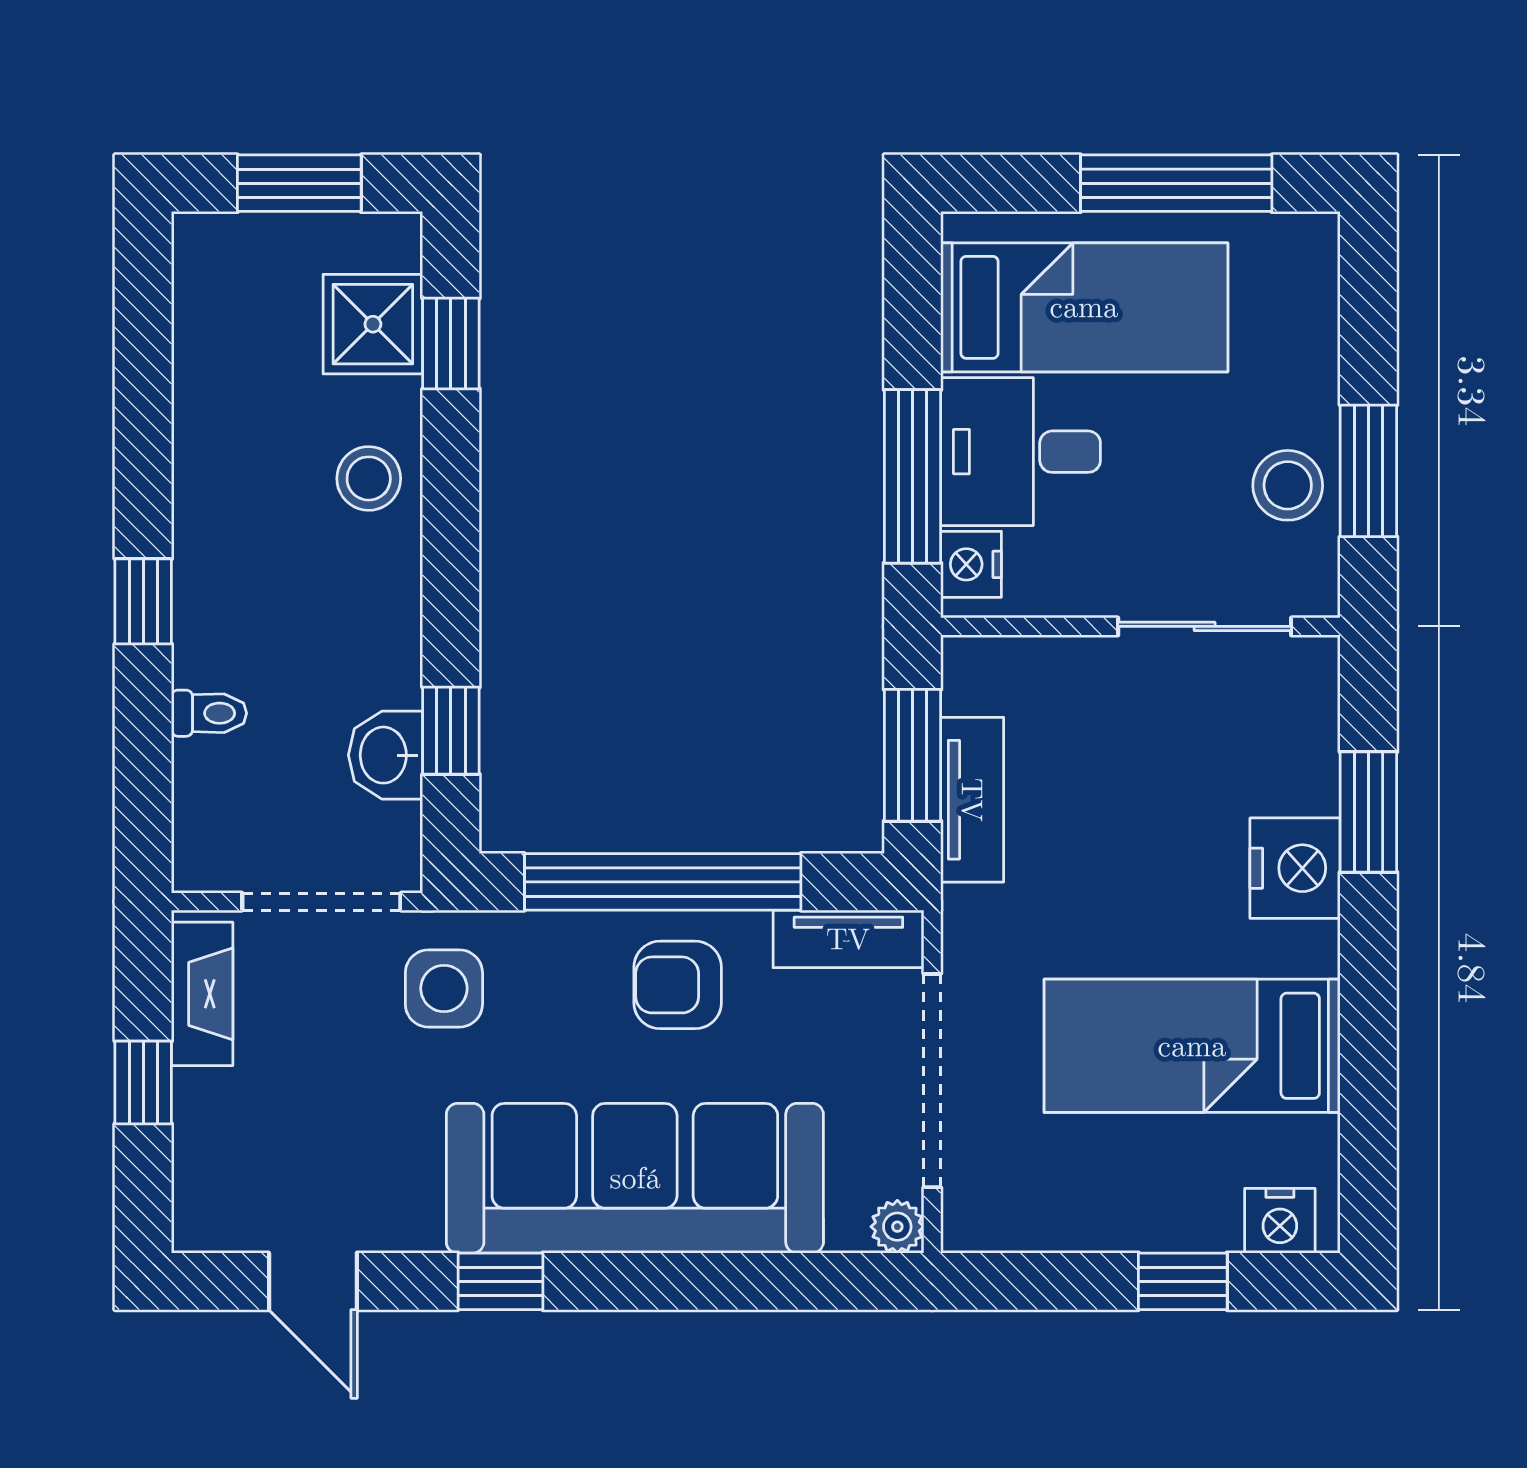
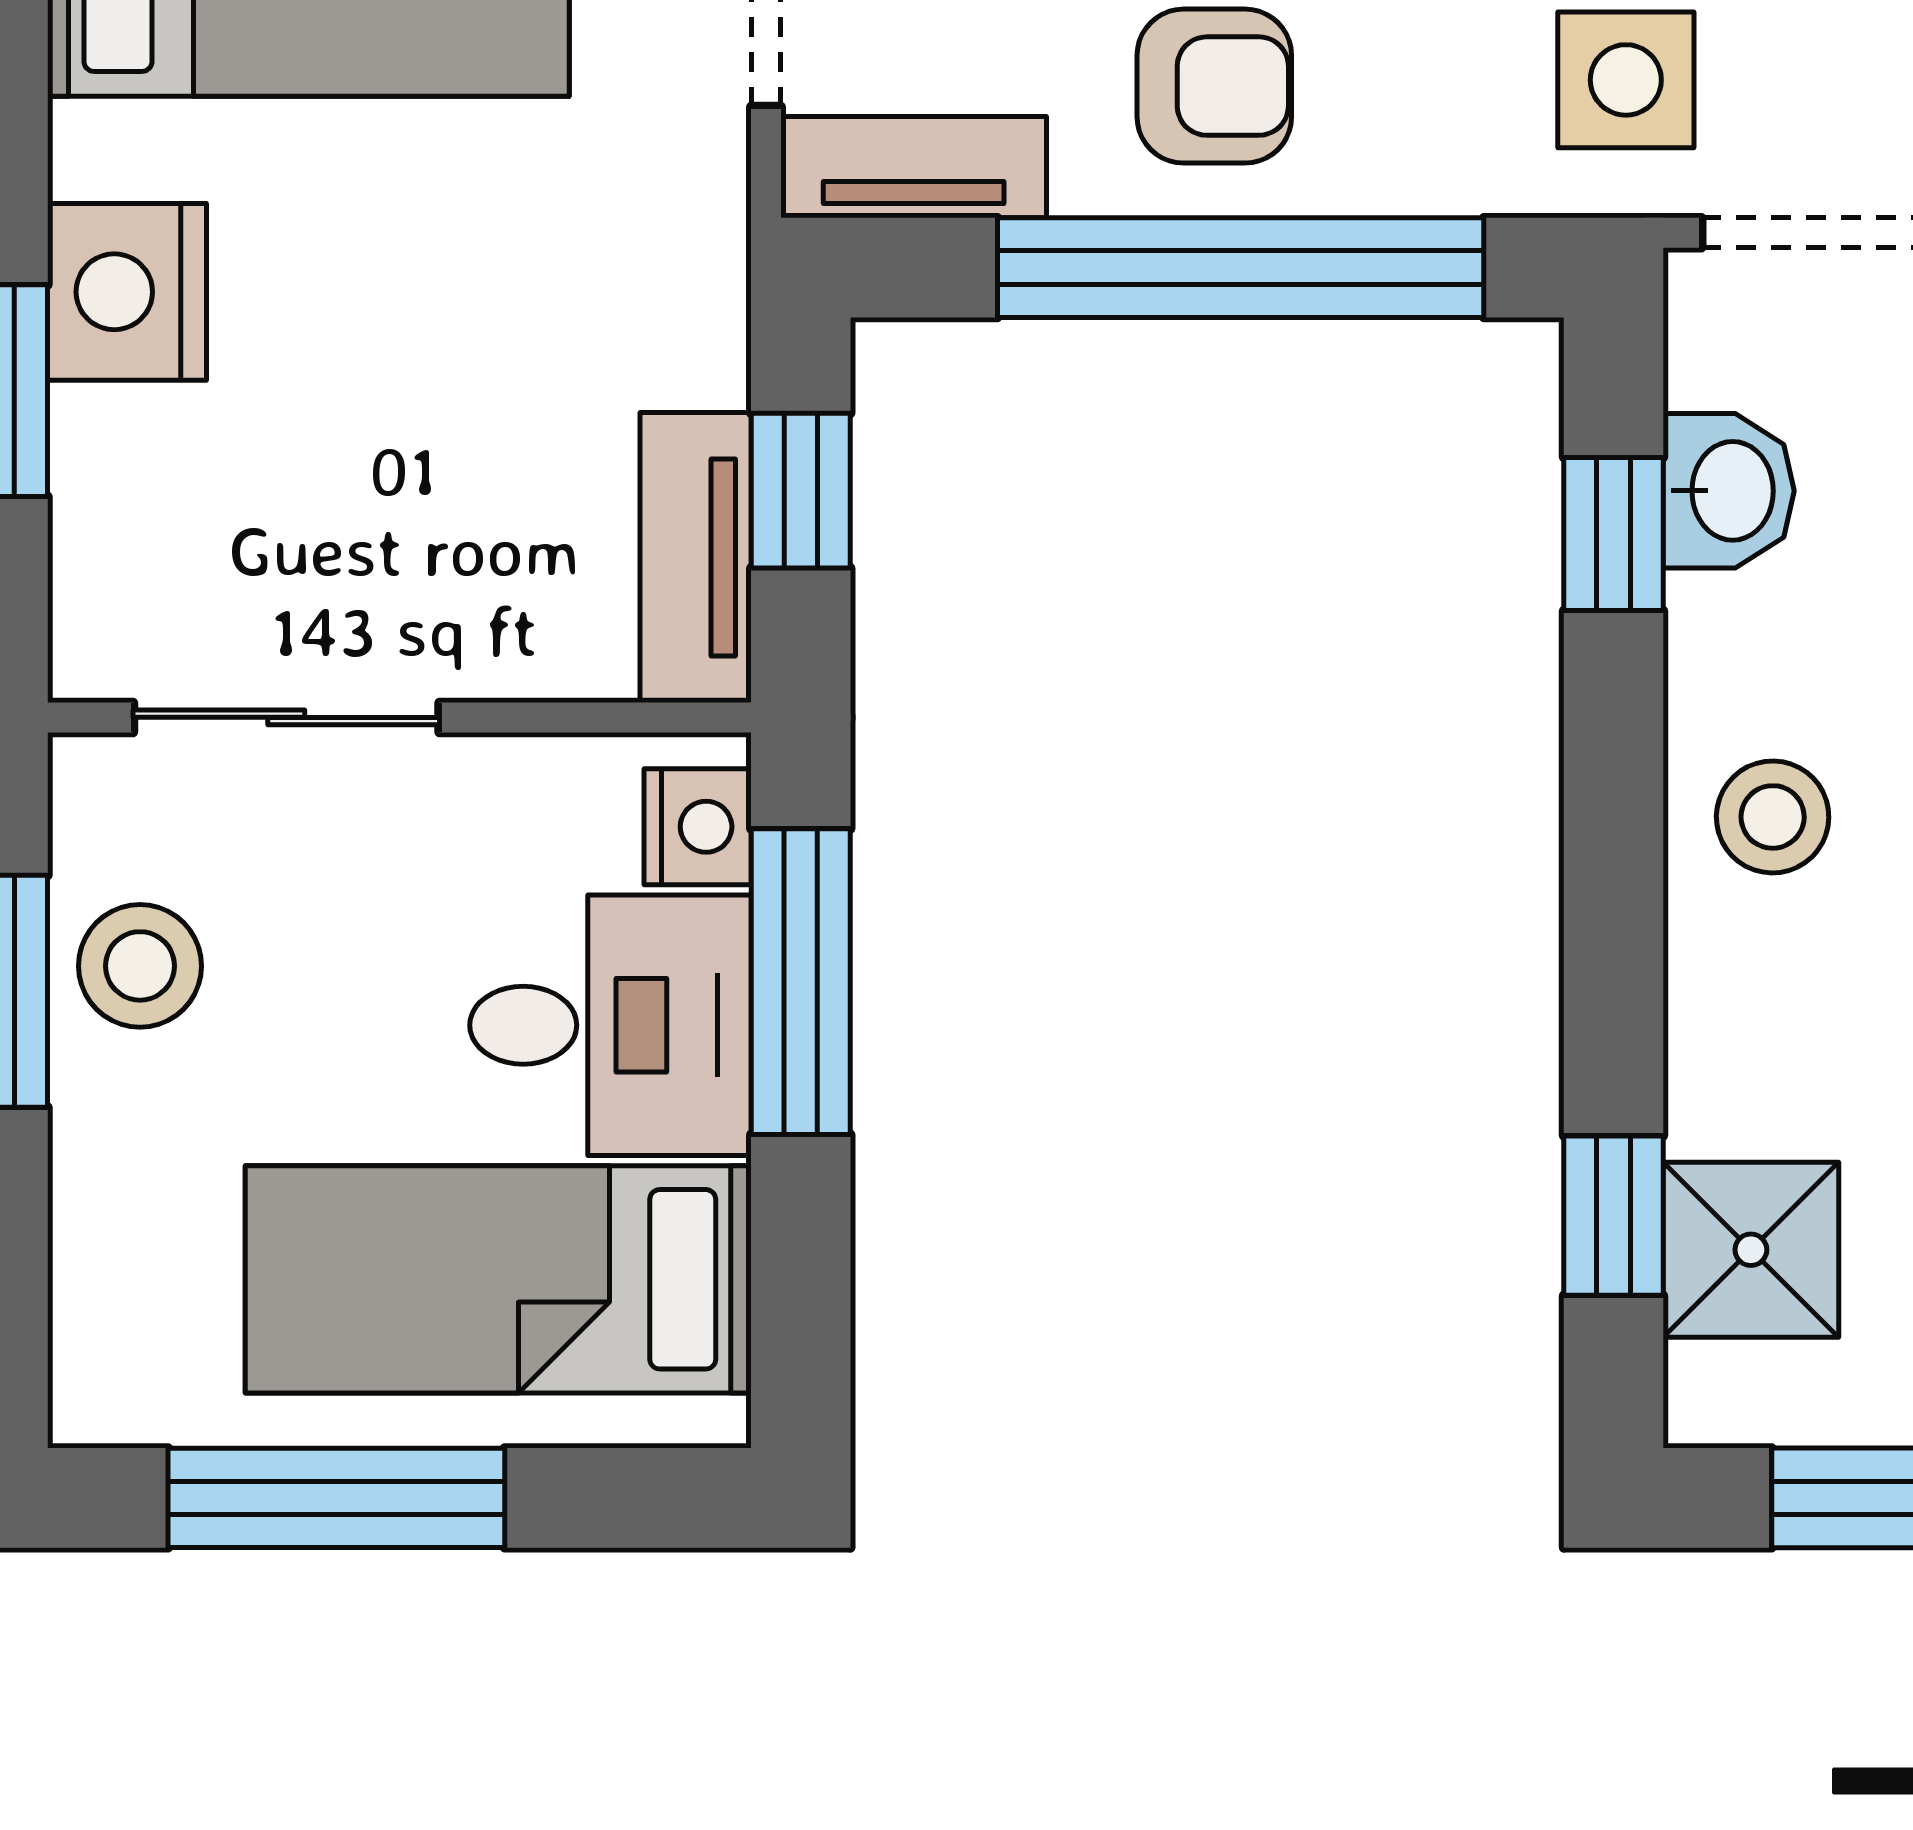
stool: (369, 478) -> (1773, 817), moved
window: (912, 755) -> (801, 491), width x0.67
tv unit: (972, 800) -> (696, 557), moved

